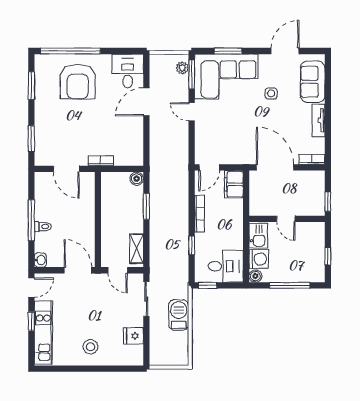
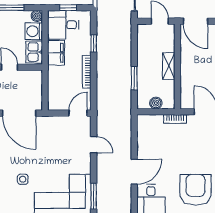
plant: (182, 68) -> (102, 202), removed
door: (192, 112) -> (94, 145), moved
boiler: (137, 179) -> (156, 103), moved
filing cabinet: (234, 184) -> (56, 53), moved
shelving: (137, 249) -> (169, 66), moved
window: (208, 285) -> (68, 8), moved

